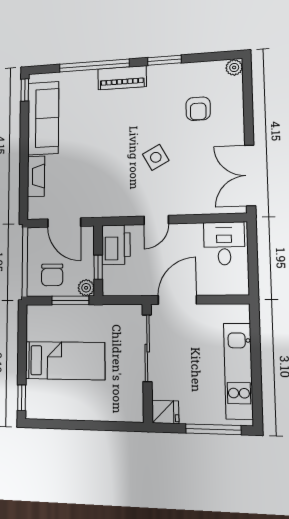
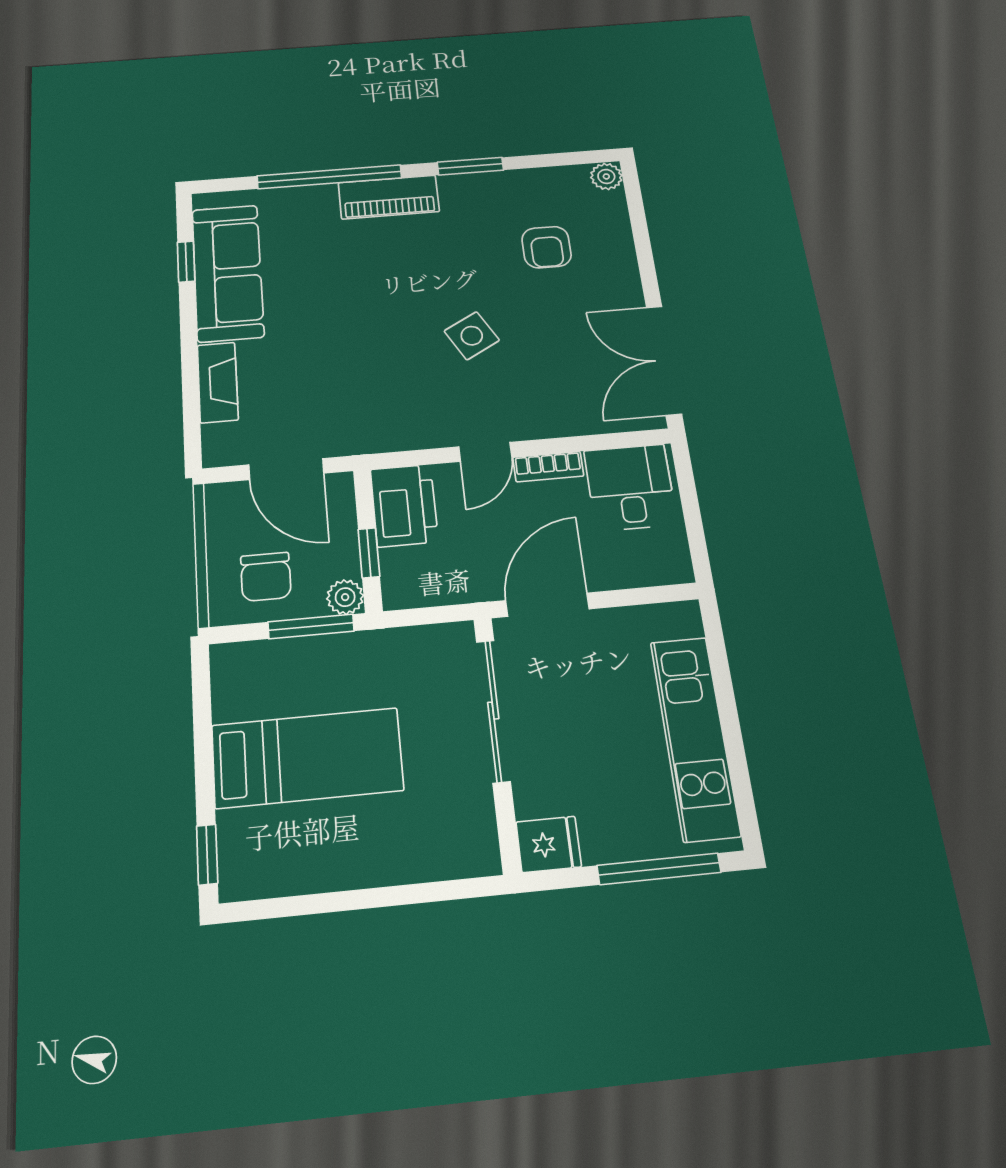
window: (25, 90) -> (186, 262), moved
bookcase: (186, 230) -> (548, 467), added

